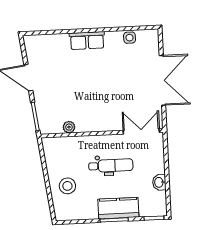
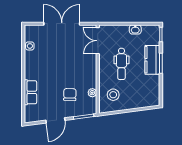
row of seats: (87, 41) -> (30, 92), moved
chair: (65, 96) -> (70, 94), added
dental chair: (111, 165) -> (121, 64), turned 180
stool: (67, 186) -> (113, 95), moved

